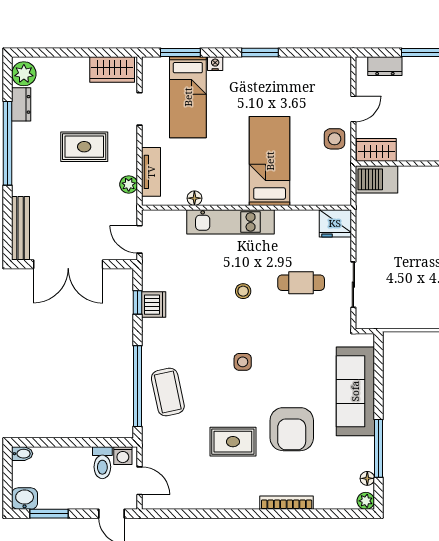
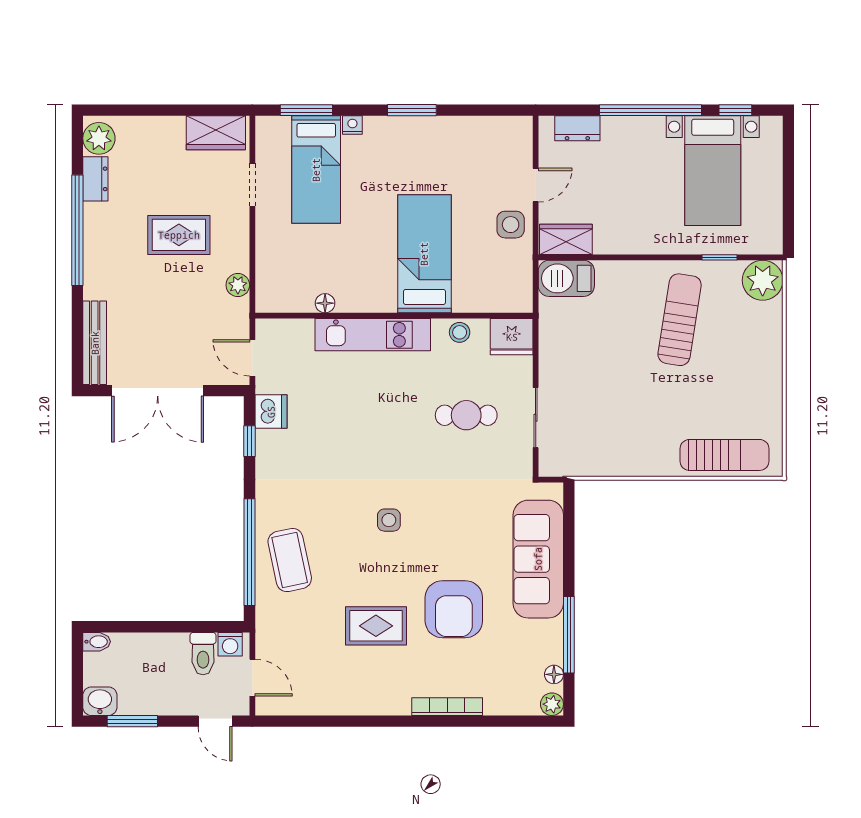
tv unit: (151, 172) -> (267, 268), removed
stool: (243, 291) -> (460, 332), moved
dishwasher: (154, 305) -> (271, 412), moved

